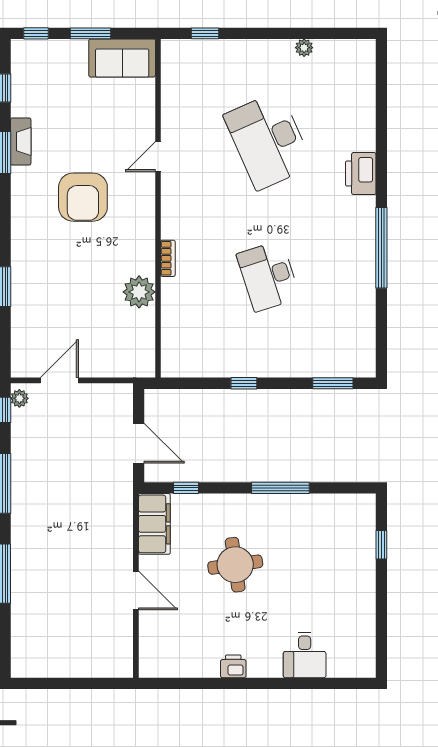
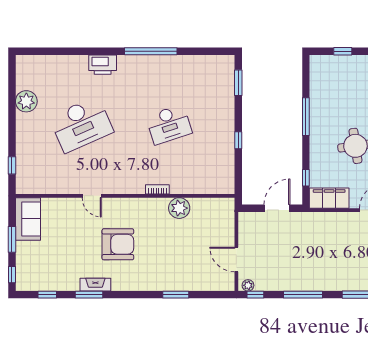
plant: (304, 48) -> (26, 101), width x1.88, depth x1.88
fireplace: (21, 142) -> (95, 285), moved

